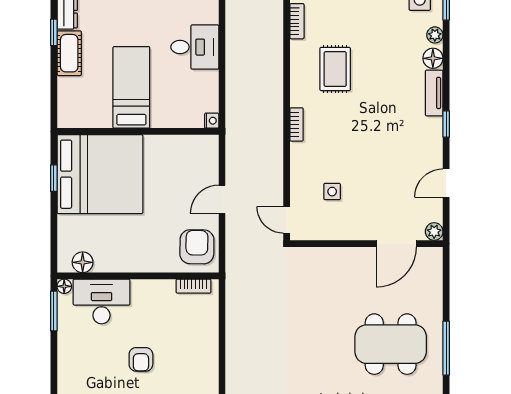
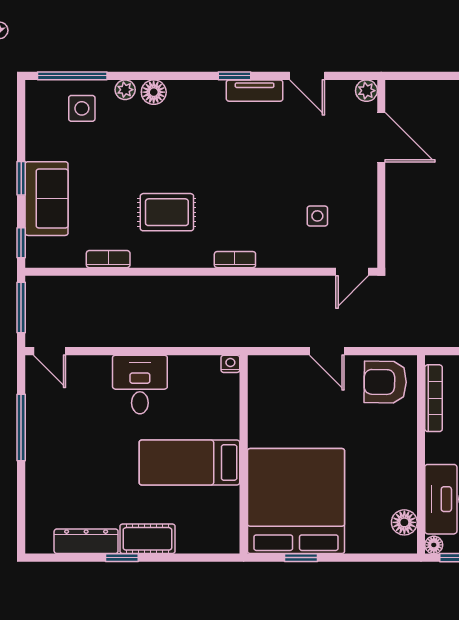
tv unit: (434, 93) -> (255, 91), moved
bookcase: (194, 286) -> (434, 398), width x1.56

